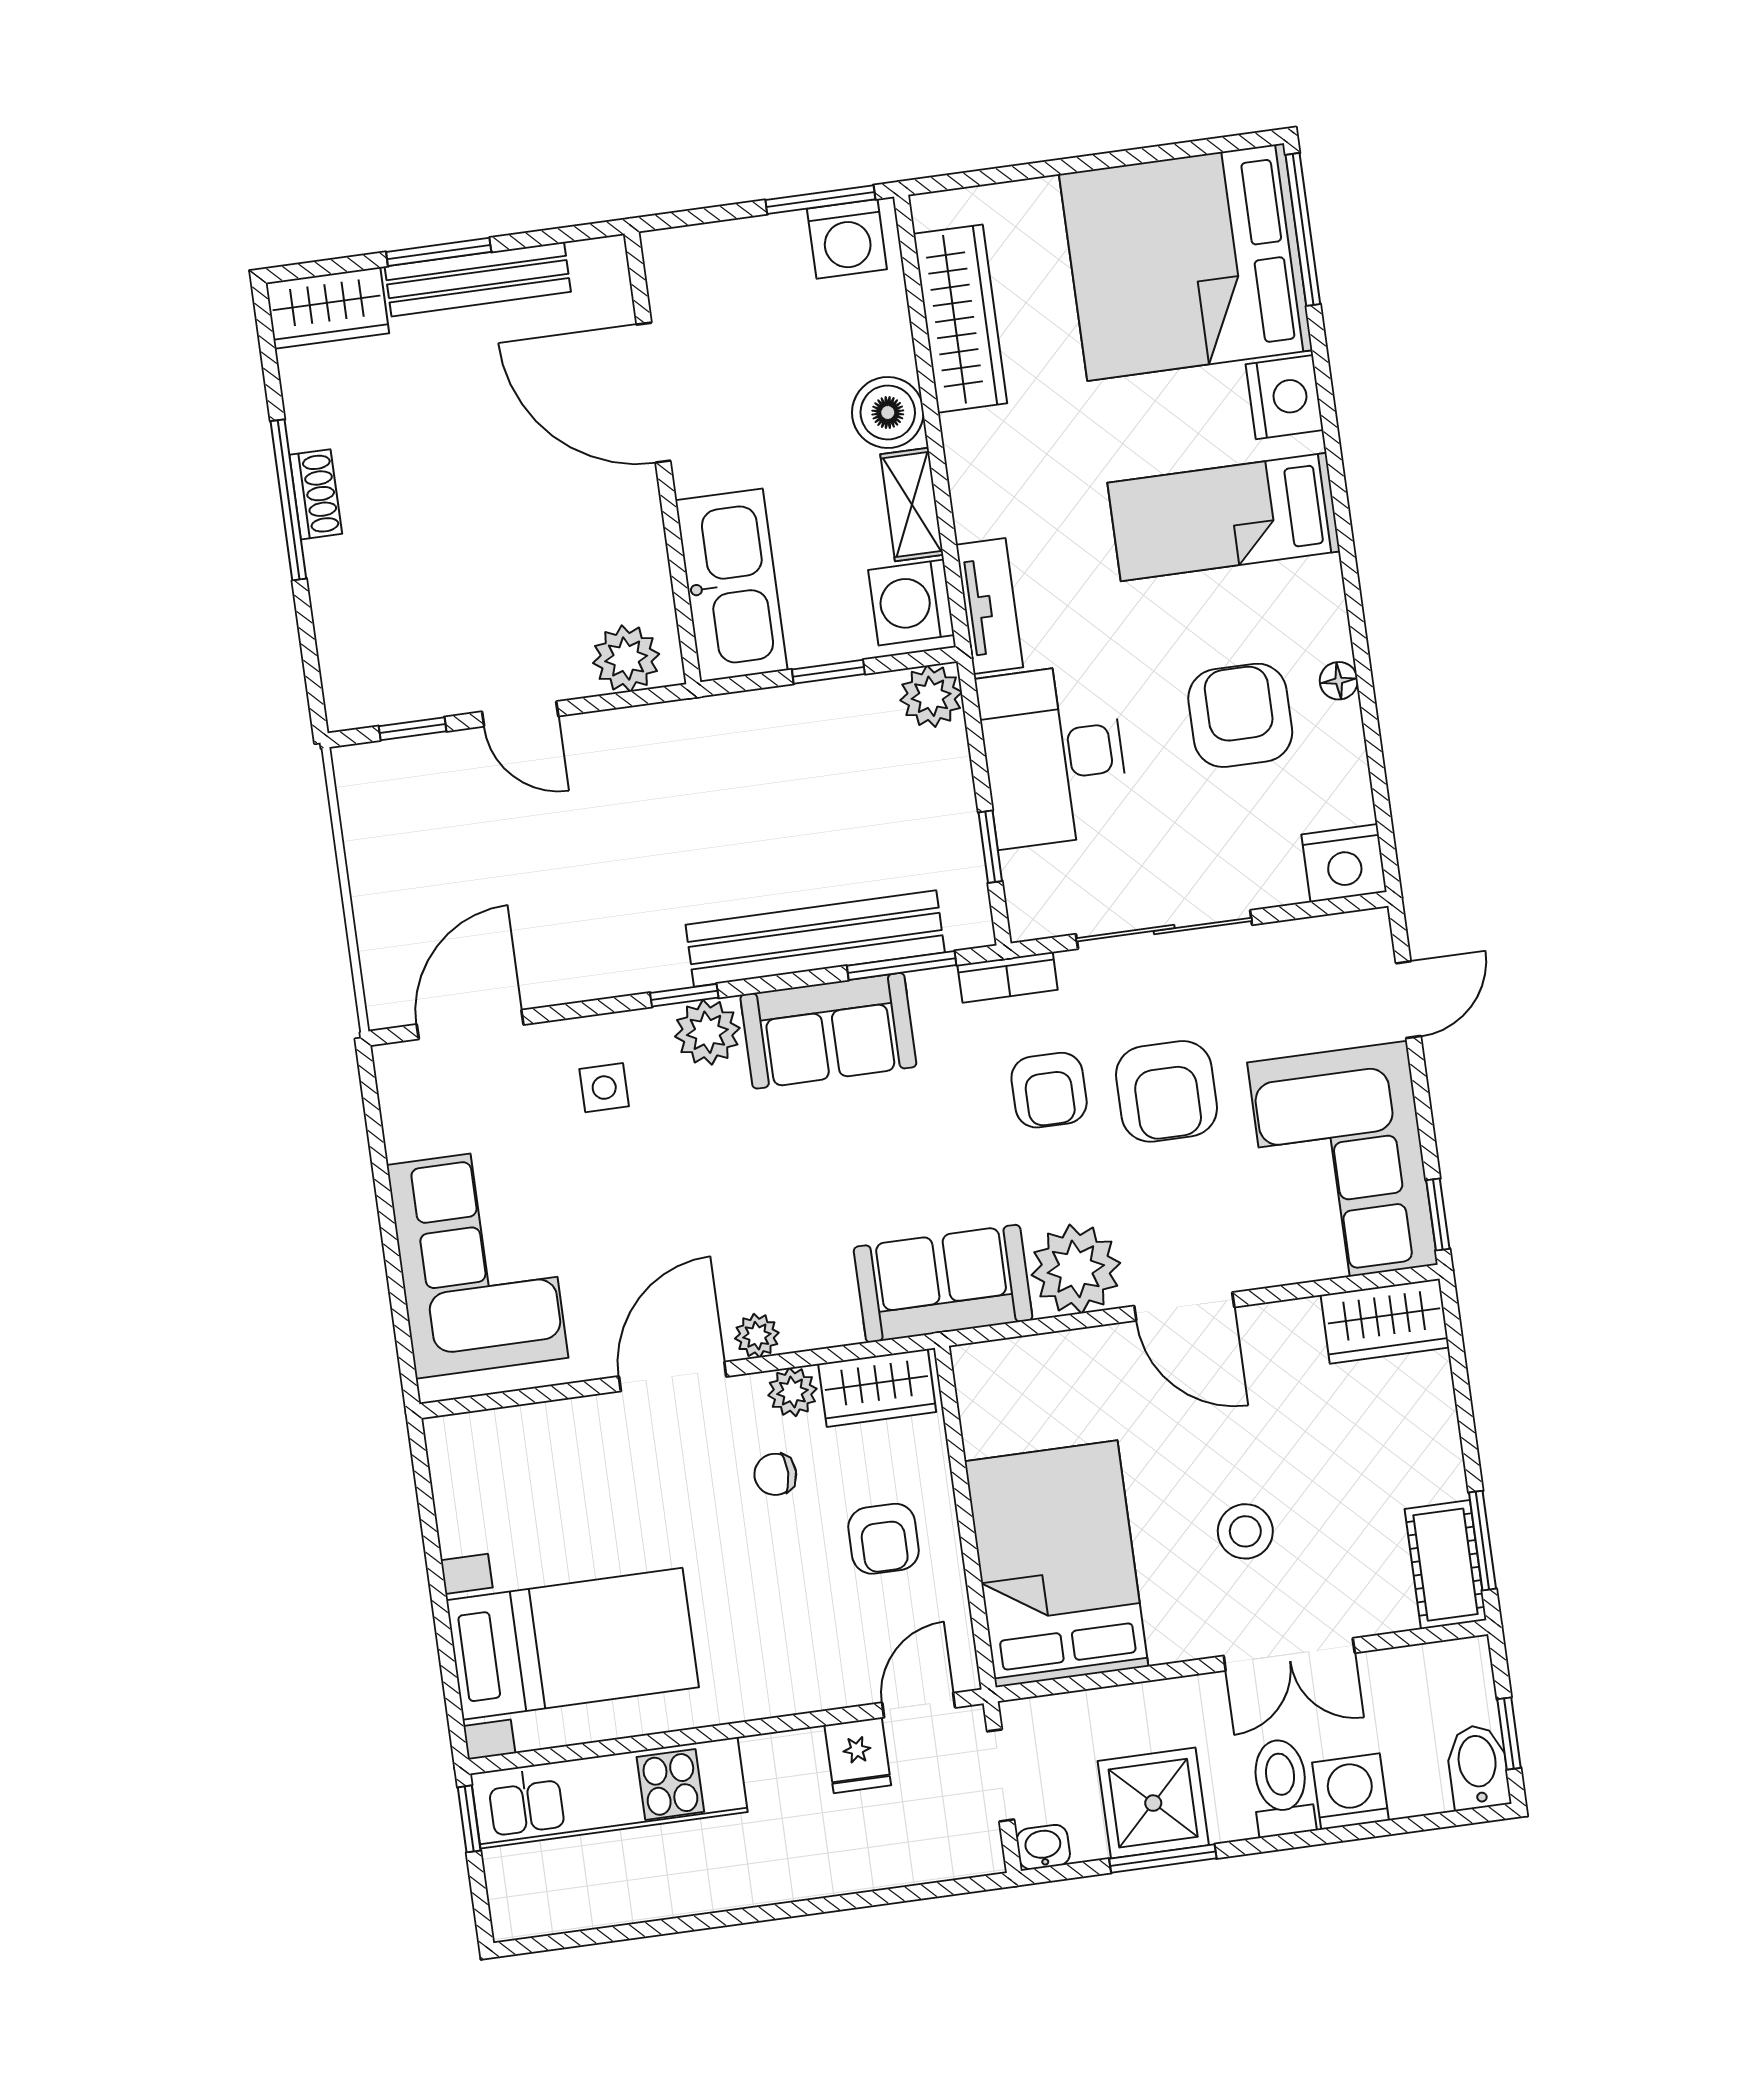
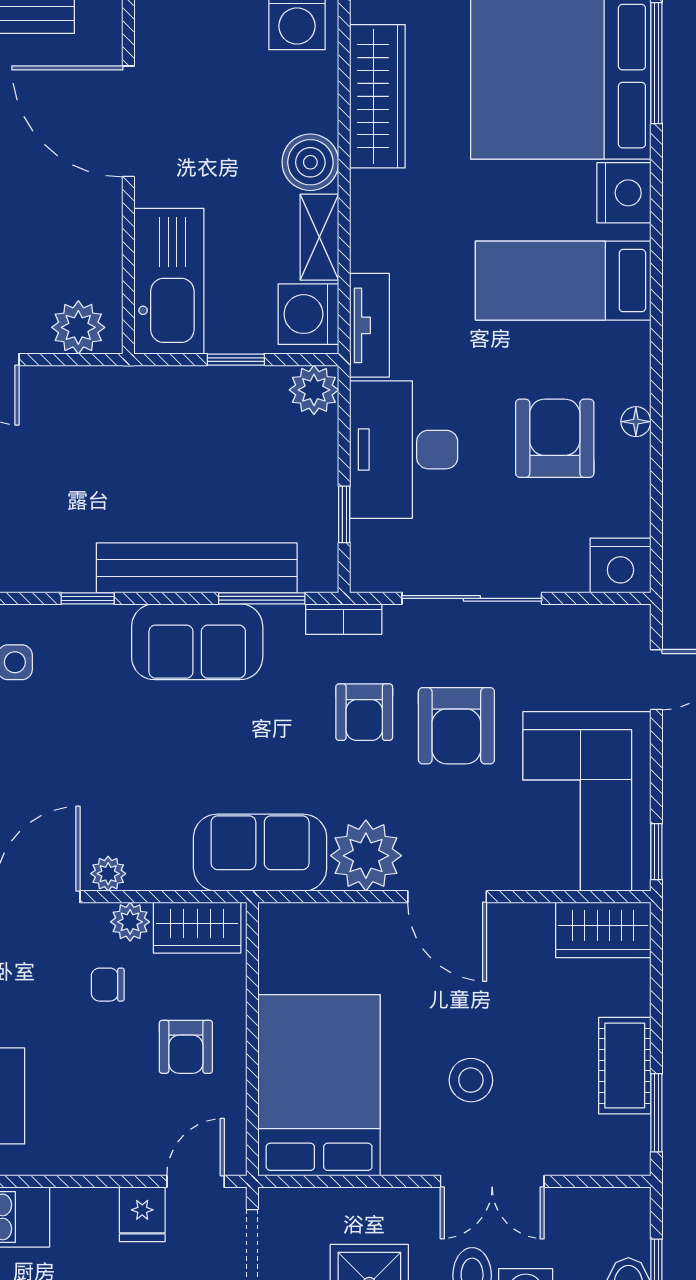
plant: (707, 1032) -> (102, 630), removed
cot: (1446, 1565) -> (625, 1066), moved

